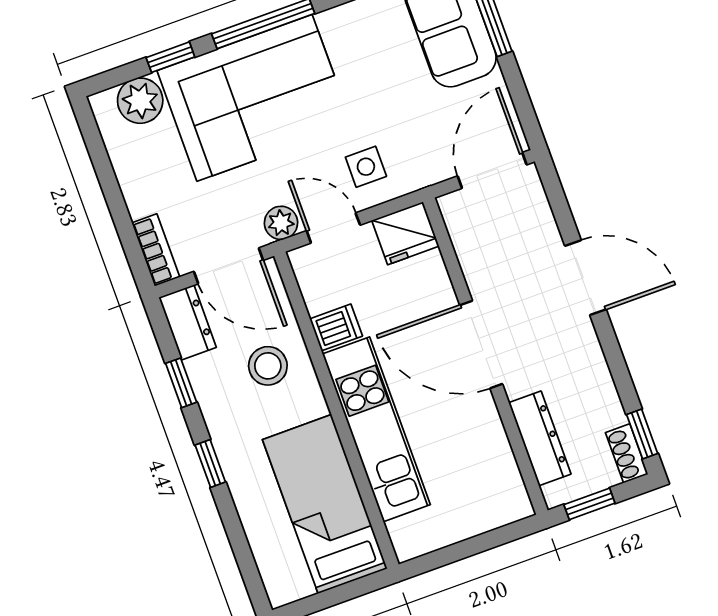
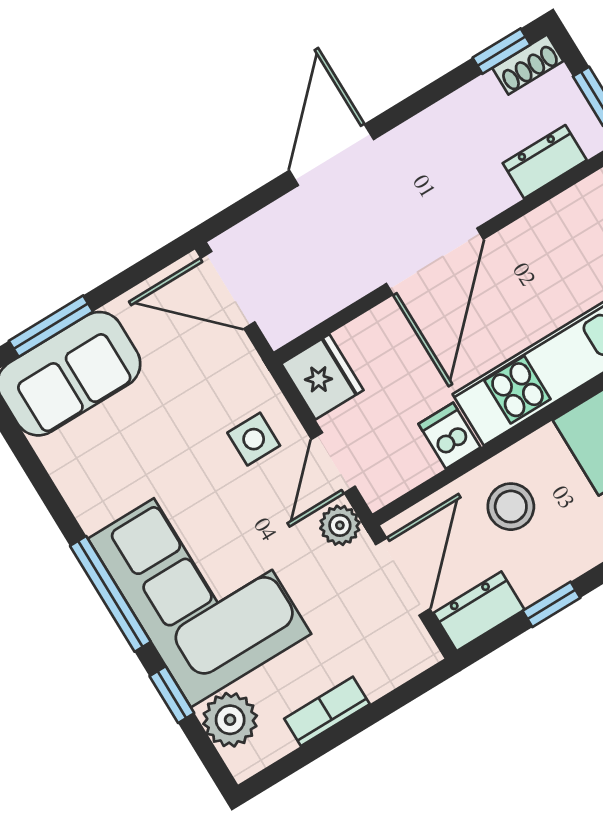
bookcase: (156, 250) -> (327, 711), moved
dresser: (540, 438) -> (545, 162), width x0.70

